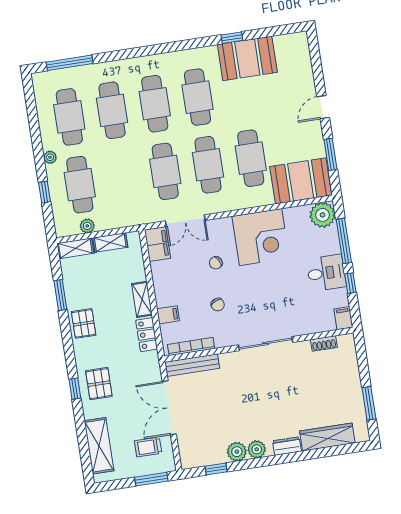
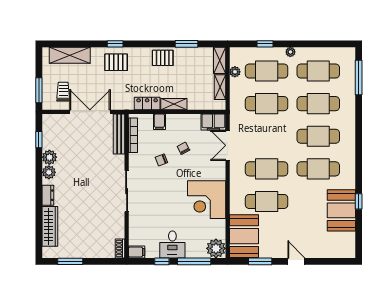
cafe table: (165, 171) -> (267, 104), moved
chair: (216, 263) -> (183, 148), moved
shoe rack: (324, 343) -> (120, 248), moved

